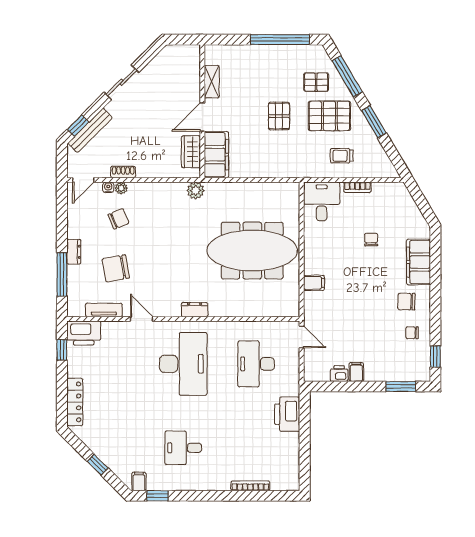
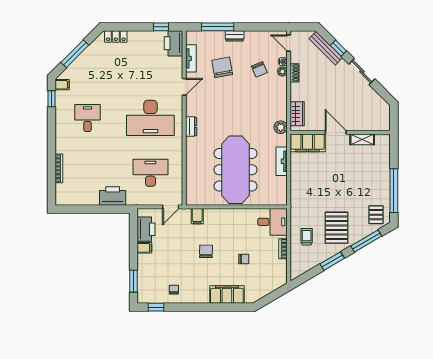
pallet: (316, 82) -> (376, 215), moved
pallet: (279, 116) -> (336, 190), removed
window: (78, 126) -> (338, 48), moved
wardrobe: (191, 152) -> (297, 114), moved, turned 90
tv unit: (241, 189) -> (282, 161), added
filing cabinet: (314, 283) -> (197, 216), moved
chair: (406, 302) -> (206, 251), moved
printer: (339, 374) -> (146, 229), width x1.87, depth x1.48
locker: (75, 402) -> (116, 37), width x0.66
window: (98, 465) -> (75, 54), width x2.17

